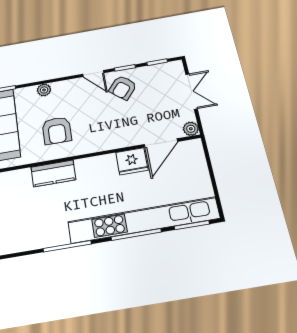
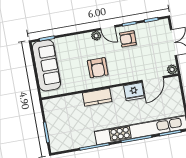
armchair: (123, 88) -> (128, 39), turned 50
plant: (44, 90) -> (96, 36), moved
armchair: (57, 130) -> (98, 68), moved
kitchen counter: (53, 173) -> (97, 97), moved

